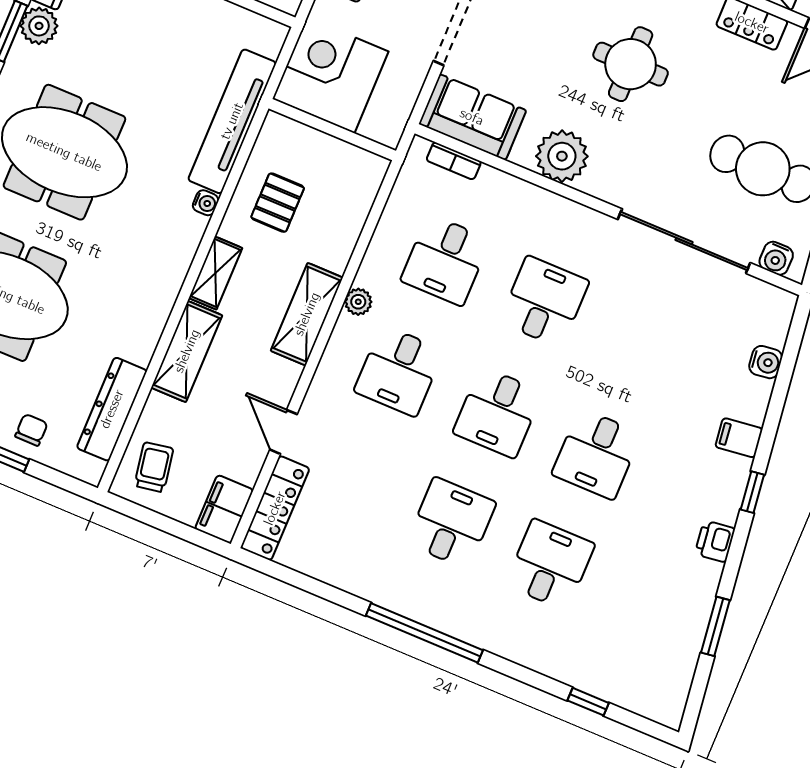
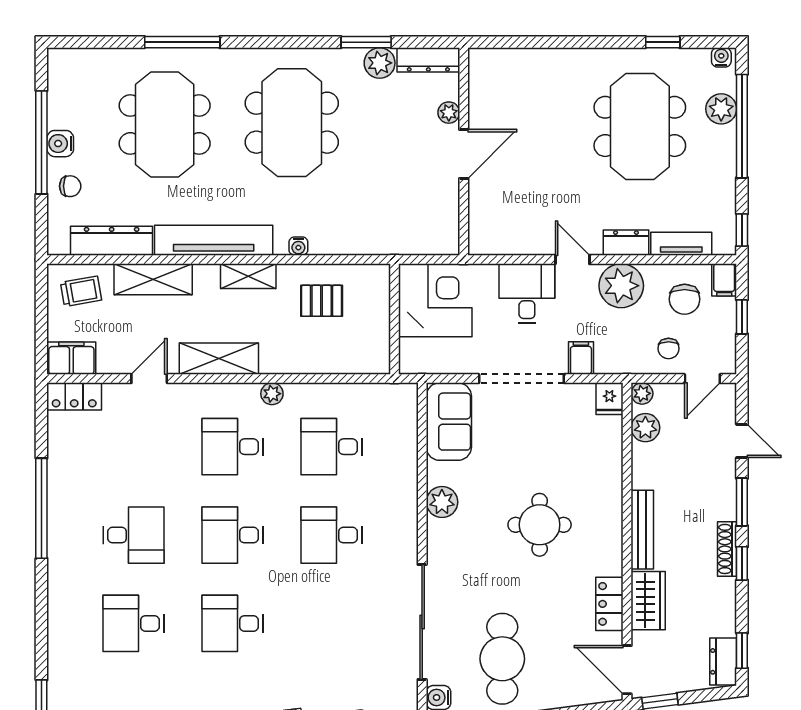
tv unit: (232, 121) -> (214, 240), moved
plant: (562, 156) -> (442, 502), width x0.73, depth x0.73
bookcase: (454, 161) -> (409, 421), removed
desk: (544, 302) -> (331, 535), turned 180
shelving: (307, 314) -> (219, 359), moved
shelving: (187, 351) -> (153, 279), moved
locker: (275, 508) -> (74, 396), width x0.66
desk: (550, 565) -> (133, 623), turned 180
window: (424, 633) -> (41, 508), moved

